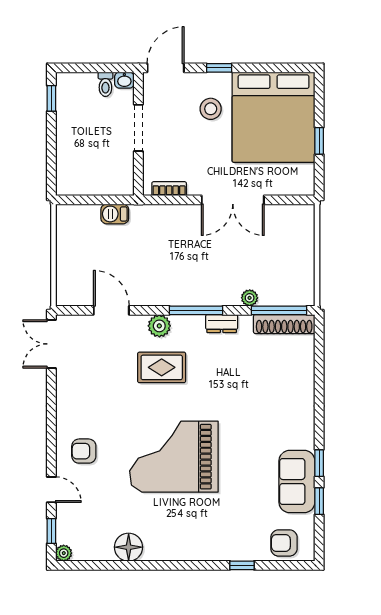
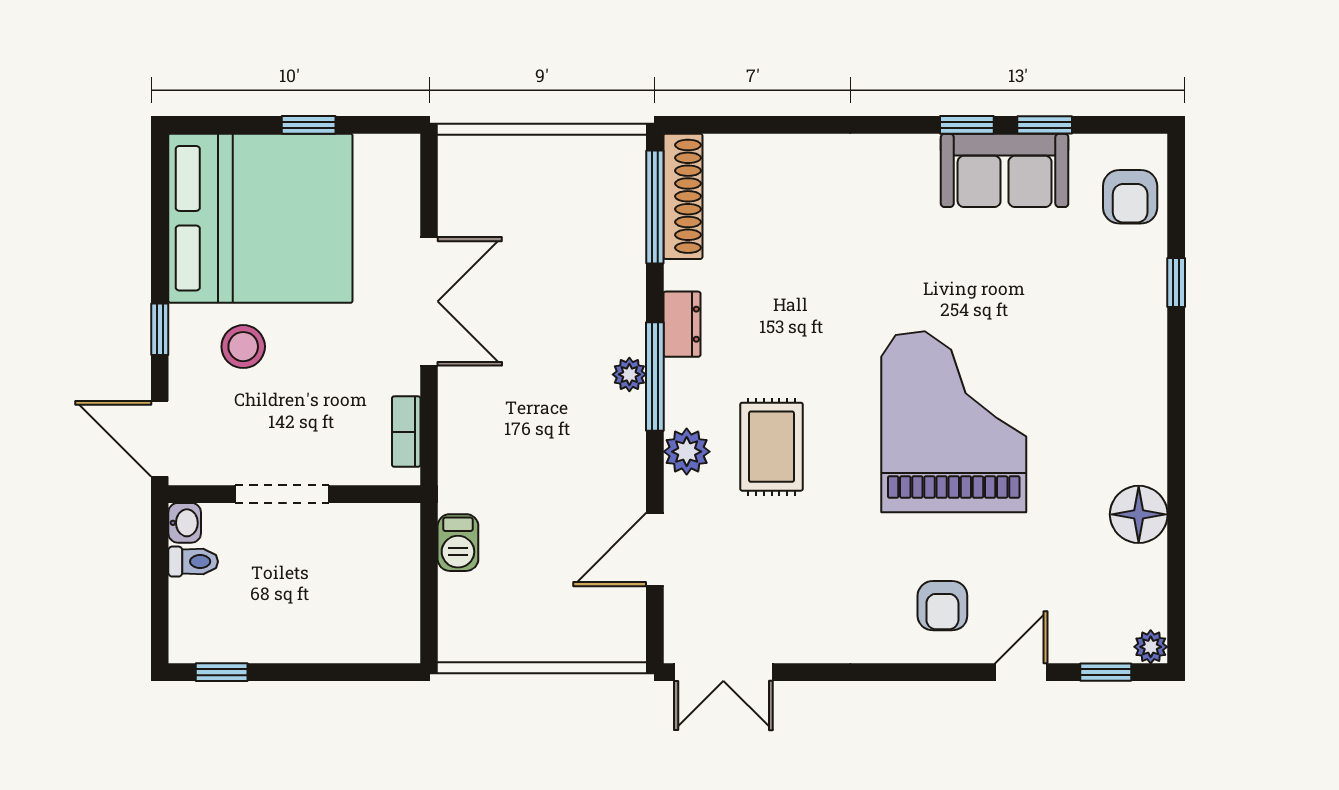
plant: (250, 298) -> (629, 374), moved
grand piano: (174, 457) -> (954, 422), turned 180

